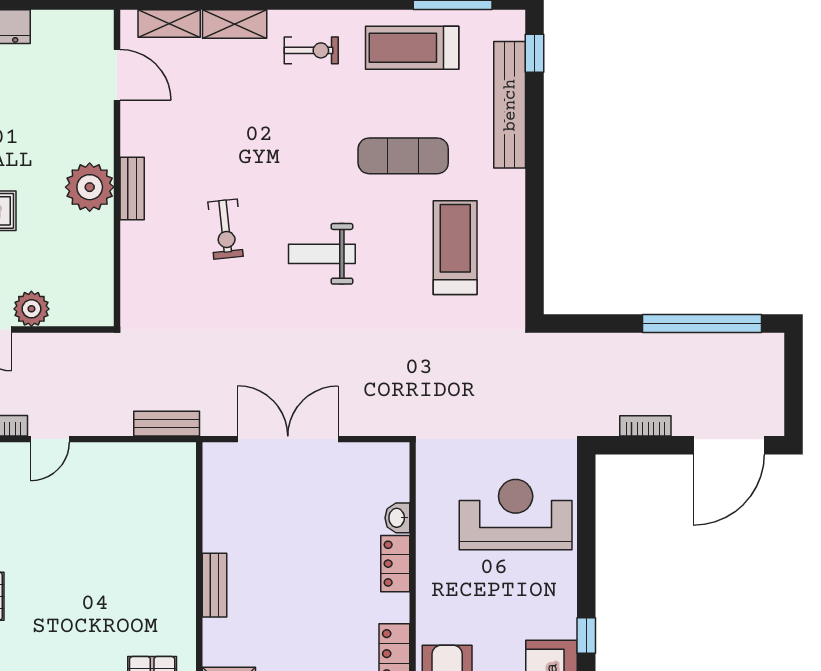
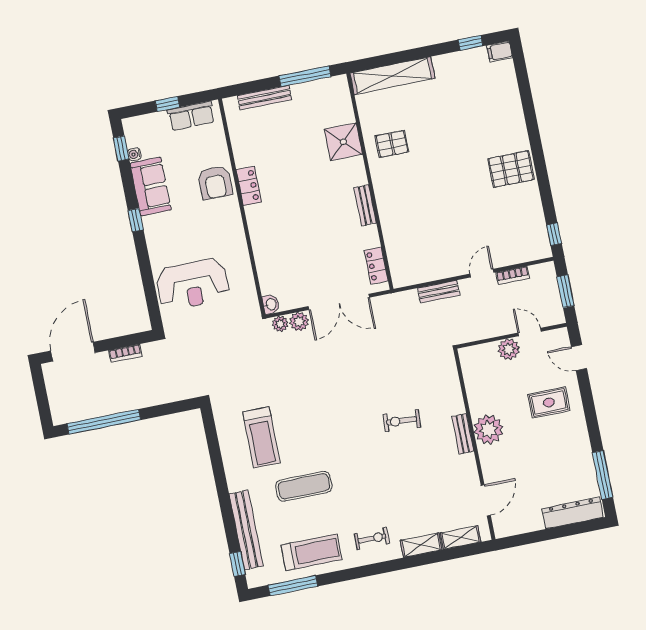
exercise bike: (311, 50) -> (372, 538), turned 180
door: (117, 75) -> (486, 500), swing flipped
exercise bike: (226, 229) -> (402, 421), turned -80
weight bench: (322, 254) -> (341, 418), removed
plant: (358, 420) -> (299, 322), added
plant: (389, 423) -> (280, 324), added
bench: (167, 424) -> (439, 292), moved
washbasin: (397, 518) -> (271, 304), moved
locker: (395, 564) -> (376, 266), moved, turned 180

